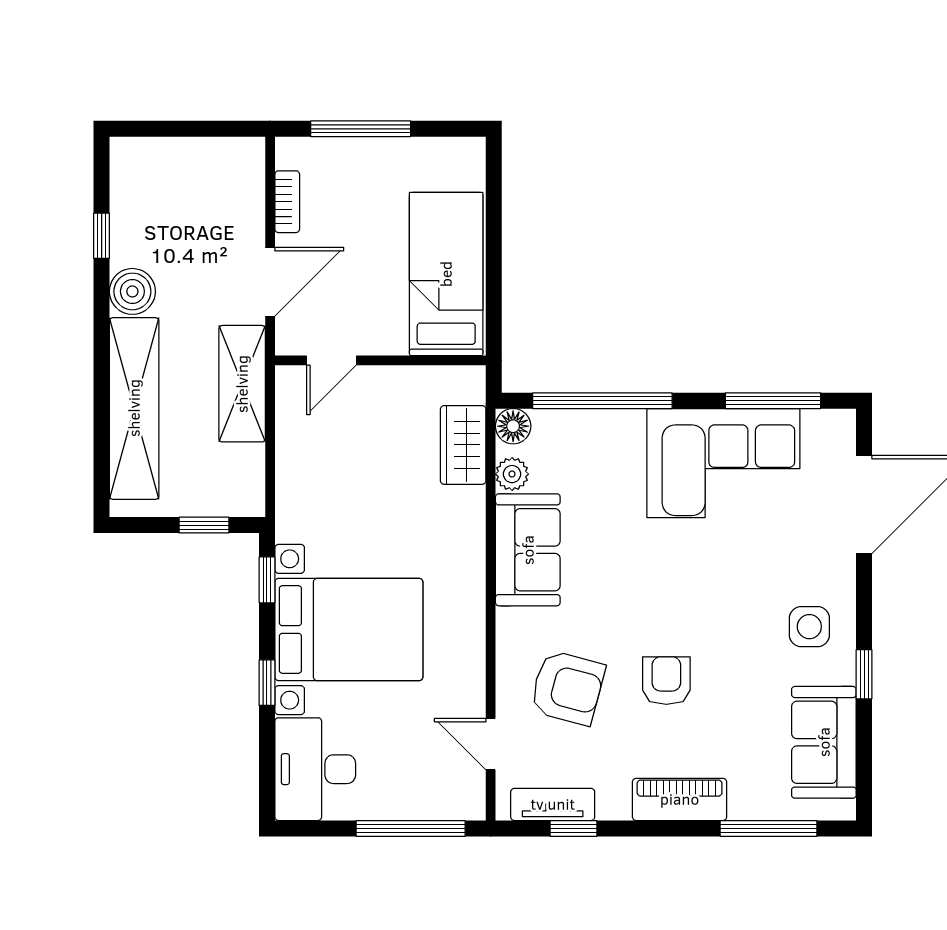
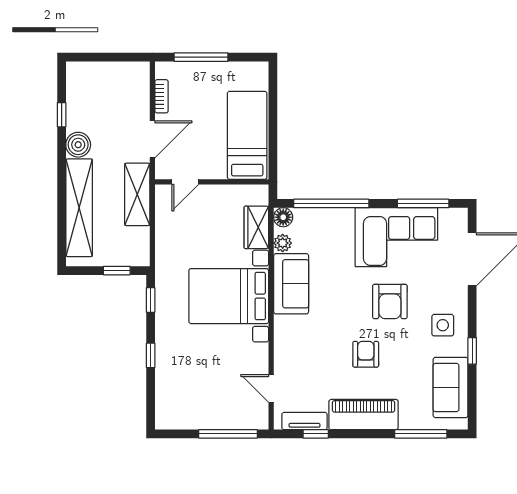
bed with nightstands: (349, 629) -> (229, 296), moved, turned 180
armchair: (567, 688) -> (390, 302), moved, turned 75
desk: (315, 769) -> (177, 402), removed
piano: (680, 799) -> (364, 415), width x1.37, depth x1.33

